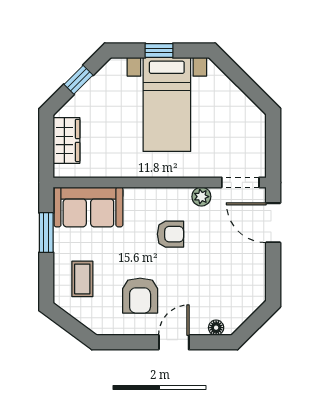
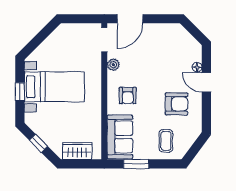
armchair: (170, 234) -> (128, 95), moved, turned 180
coffee table: (82, 279) -> (166, 141), turned 90
floor lamp: (216, 328) -> (197, 67), moved

